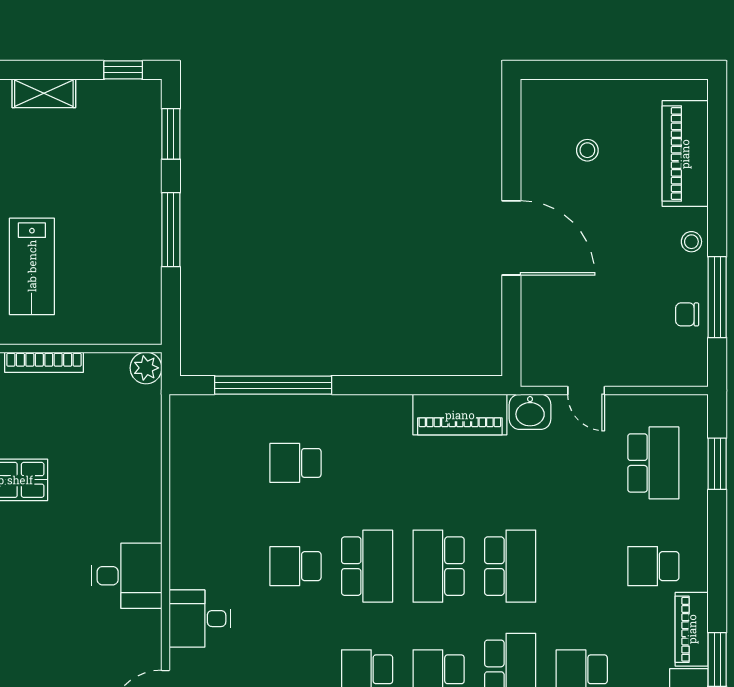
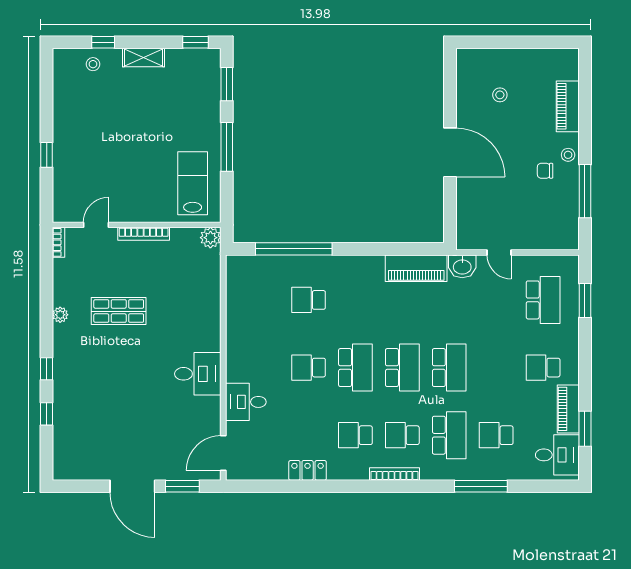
piano: (685, 154) -> (568, 106), width x0.73, depth x0.75
lab bench: (32, 266) -> (193, 183), moved, turned 180
chair: (687, 314) -> (545, 171), moved
school desk: (439, 566) -> (402, 368), turned 180

